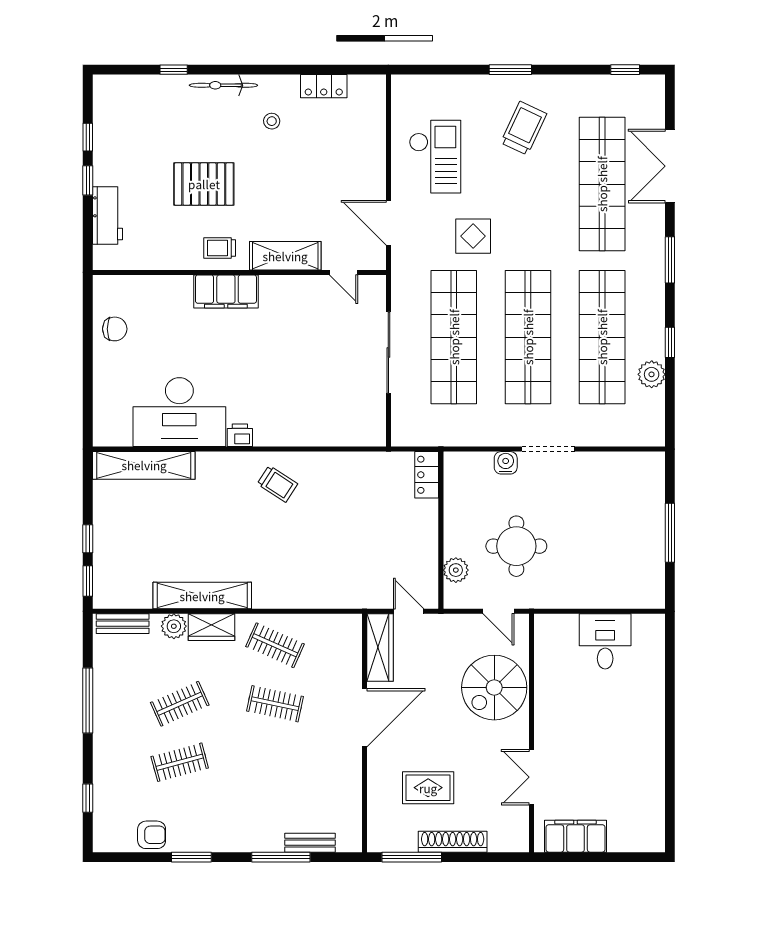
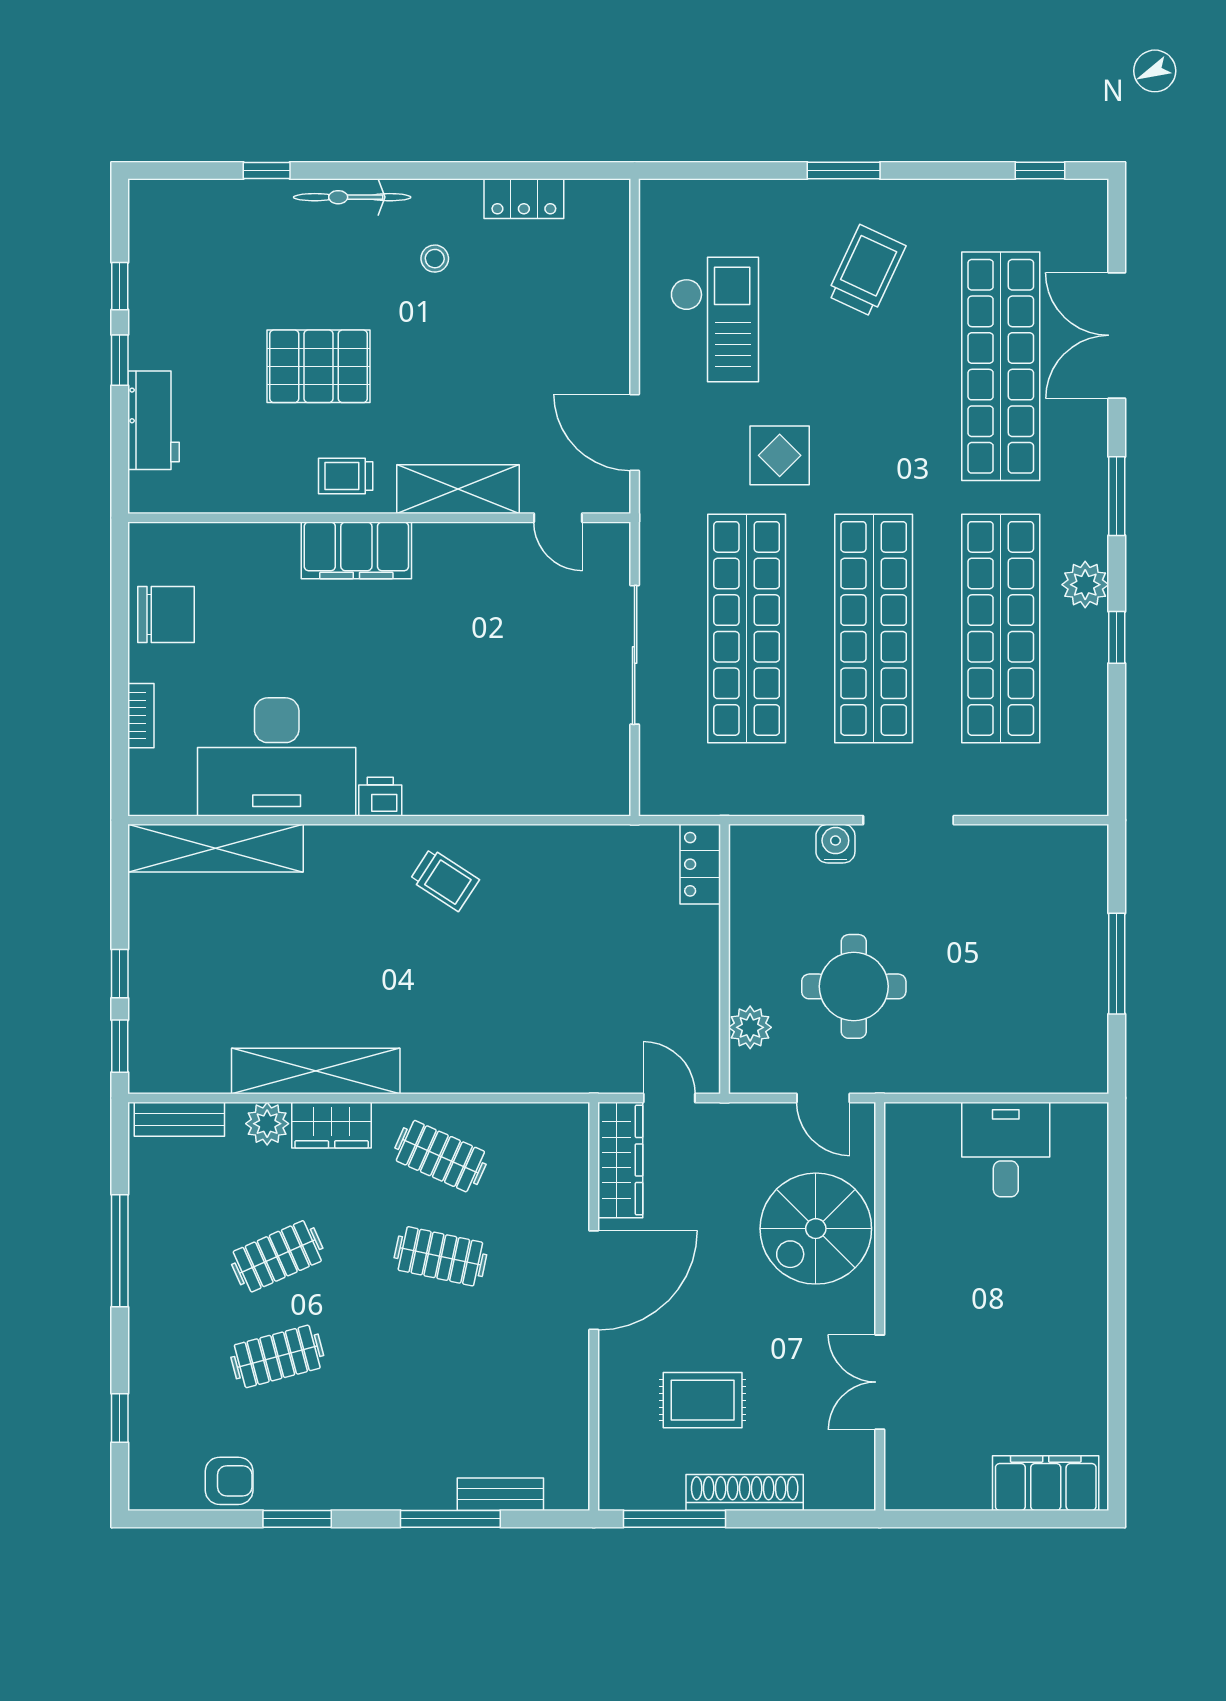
chair: (115, 329) -> (166, 615), width x1.37, depth x1.37
plant: (652, 374) -> (1085, 585), moved
bookcase: (100, 388) -> (141, 716), added
filing cabinet: (576, 836) -> (1046, 1483), moved

